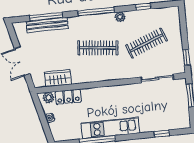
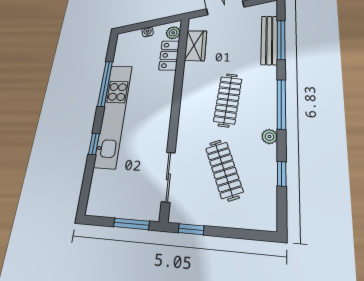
kitchen unit: (110, 128) -> (113, 115), width x1.36
window: (162, 134) -> (94, 144), moved

